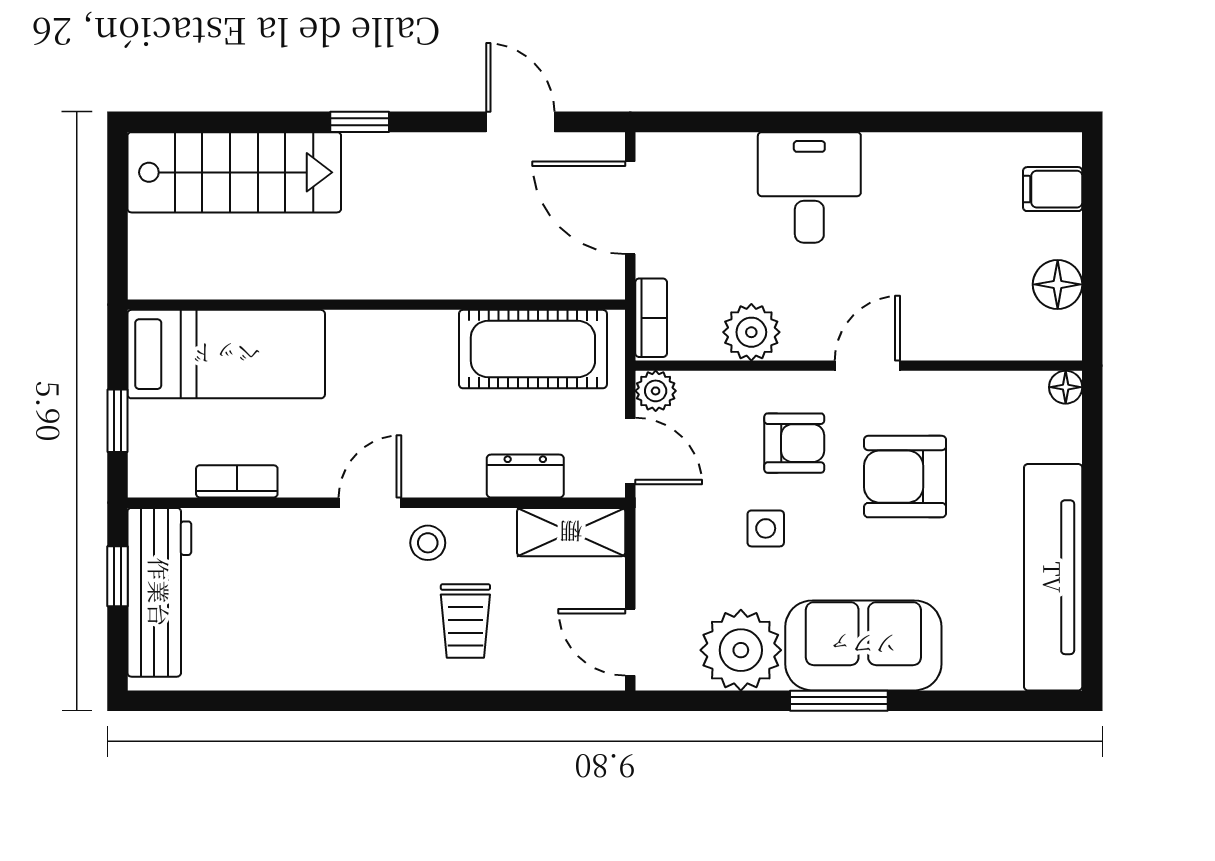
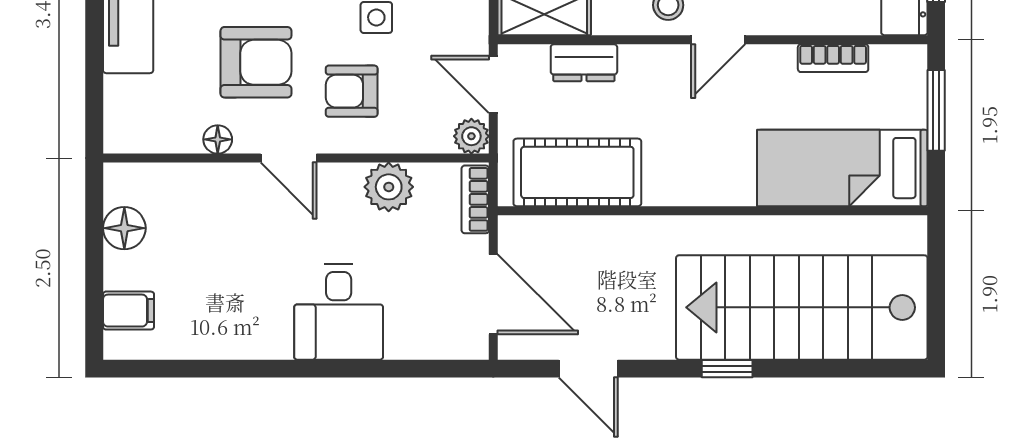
stairs: (234, 172) -> (802, 307), width x1.36, depth x1.51
door: (867, 366) -> (289, 158), hinge flipped
floor lamp: (1066, 387) -> (218, 139), moved
window: (117, 421) -> (936, 110), width x1.50

